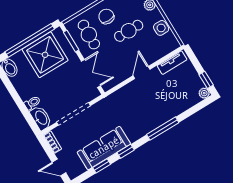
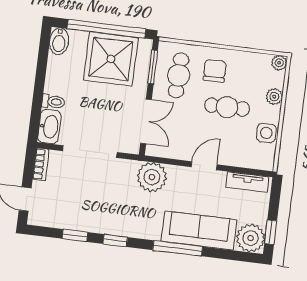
plant: (204, 93) -> (251, 238), width x1.88, depth x1.88
plant: (118, 101) -> (152, 177), added
sofa: (104, 148) -> (199, 231), moved

